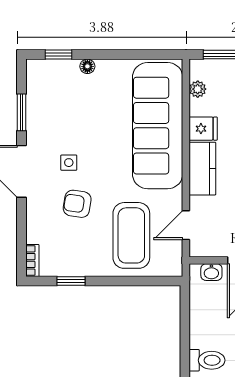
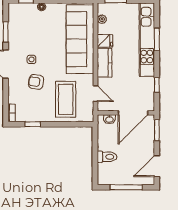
door: (186, 225) -> (96, 94), swing flipped
toilet: (207, 360) -> (107, 157), moved

